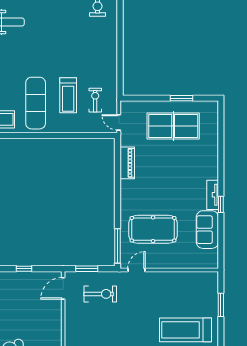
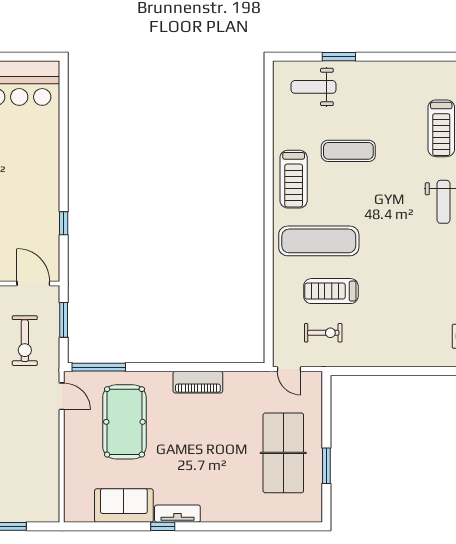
door: (119, 122) -> (289, 369), swing flipped
piano: (127, 163) -> (198, 382), moved

